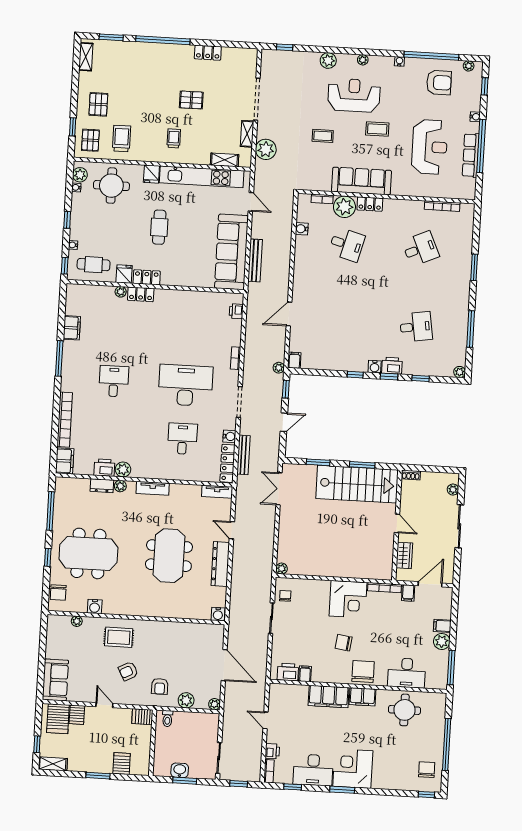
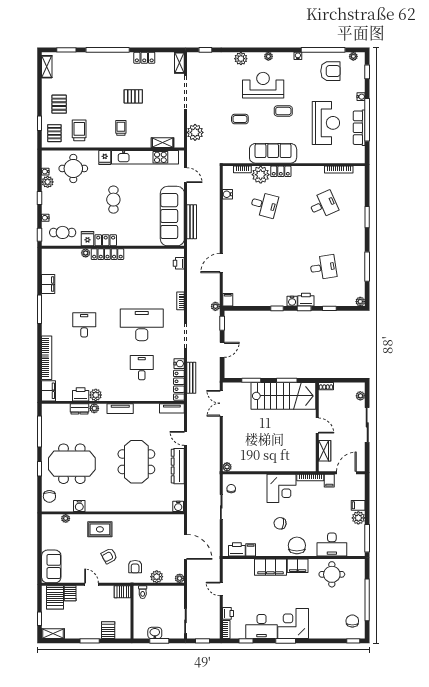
shelving: (247, 134) -> (179, 63), moved
plant: (80, 175) -> (48, 182), moved
locker: (141, 294) -> (107, 254), width x1.53

